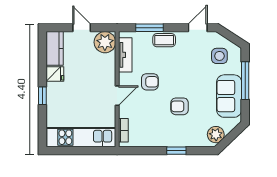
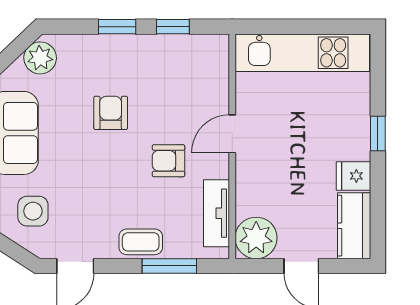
armchair: (180, 106) -> (111, 113), turned -90
bookcase: (123, 130) -> (220, 66), removed
window: (148, 151) -> (173, 27), added

